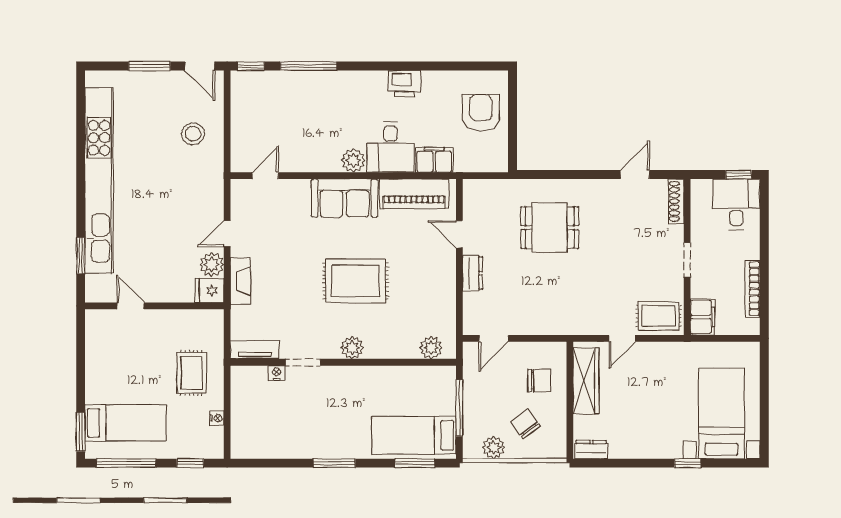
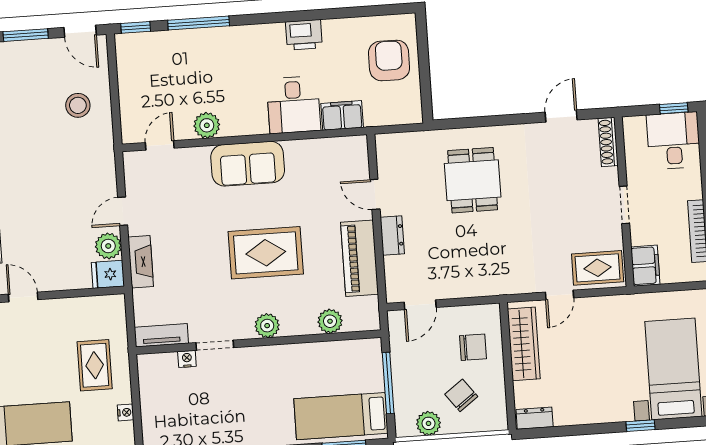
plant: (353, 160) -> (207, 125), moved
piano: (414, 194) -> (360, 258), moved, turned 90
dining table: (550, 228) -> (473, 180), turned 90
plant: (431, 348) -> (330, 321), moved

